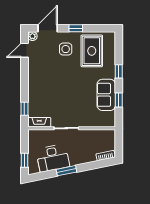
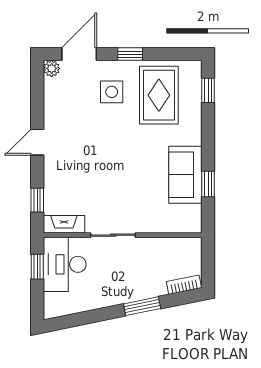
door: (24, 50) -> (37, 142), moved
window: (119, 71) -> (208, 90), moved
desk: (53, 158) -> (65, 264), moved, turned 101
window: (24, 160) -> (37, 267), moved
window: (66, 171) -> (142, 306), moved

